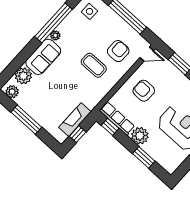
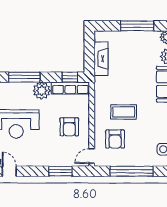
armchair: (144, 91) -> (69, 127), turned 89
window: (78, 134) -> (89, 50), removed
window: (144, 157) -> (24, 77), width x1.44

